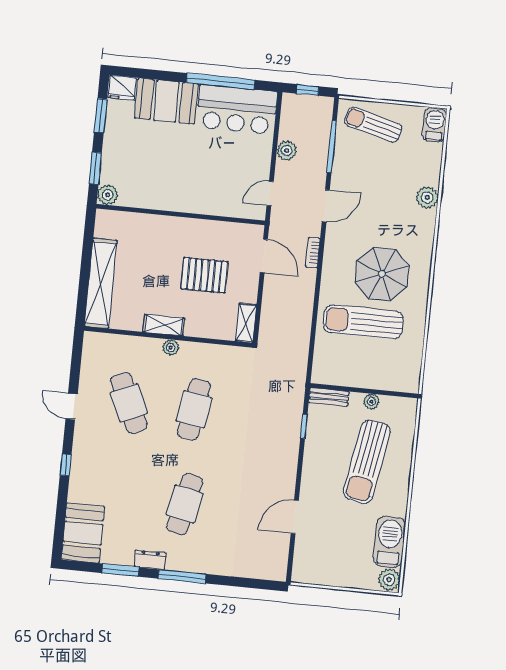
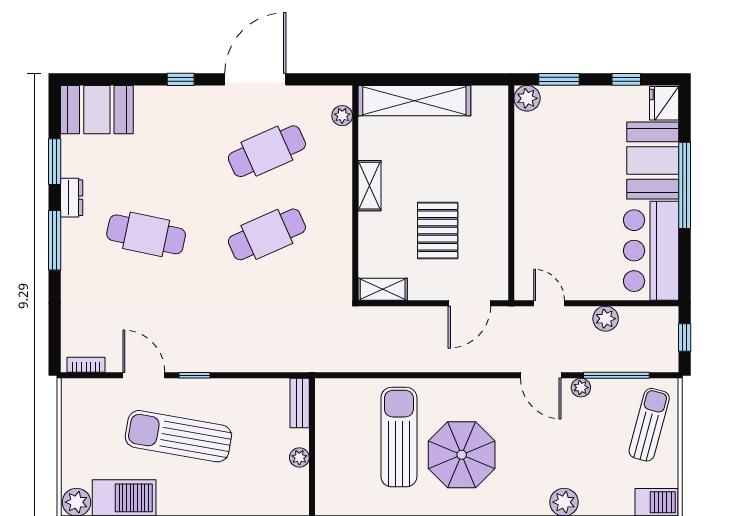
window: (221, 81) -> (685, 185), moved
window: (101, 116) -> (626, 79), width x0.67
plant: (339, 175) -> (581, 388), added
bookcase: (313, 253) -> (86, 365), moved
plant: (171, 347) -> (342, 116), moved
door: (72, 406) -> (255, 79), width x1.88
cafe table: (194, 409) -> (267, 234), turned -33
window: (304, 426) -> (194, 375), moved
sun lounger: (367, 462) -> (178, 436), moved

